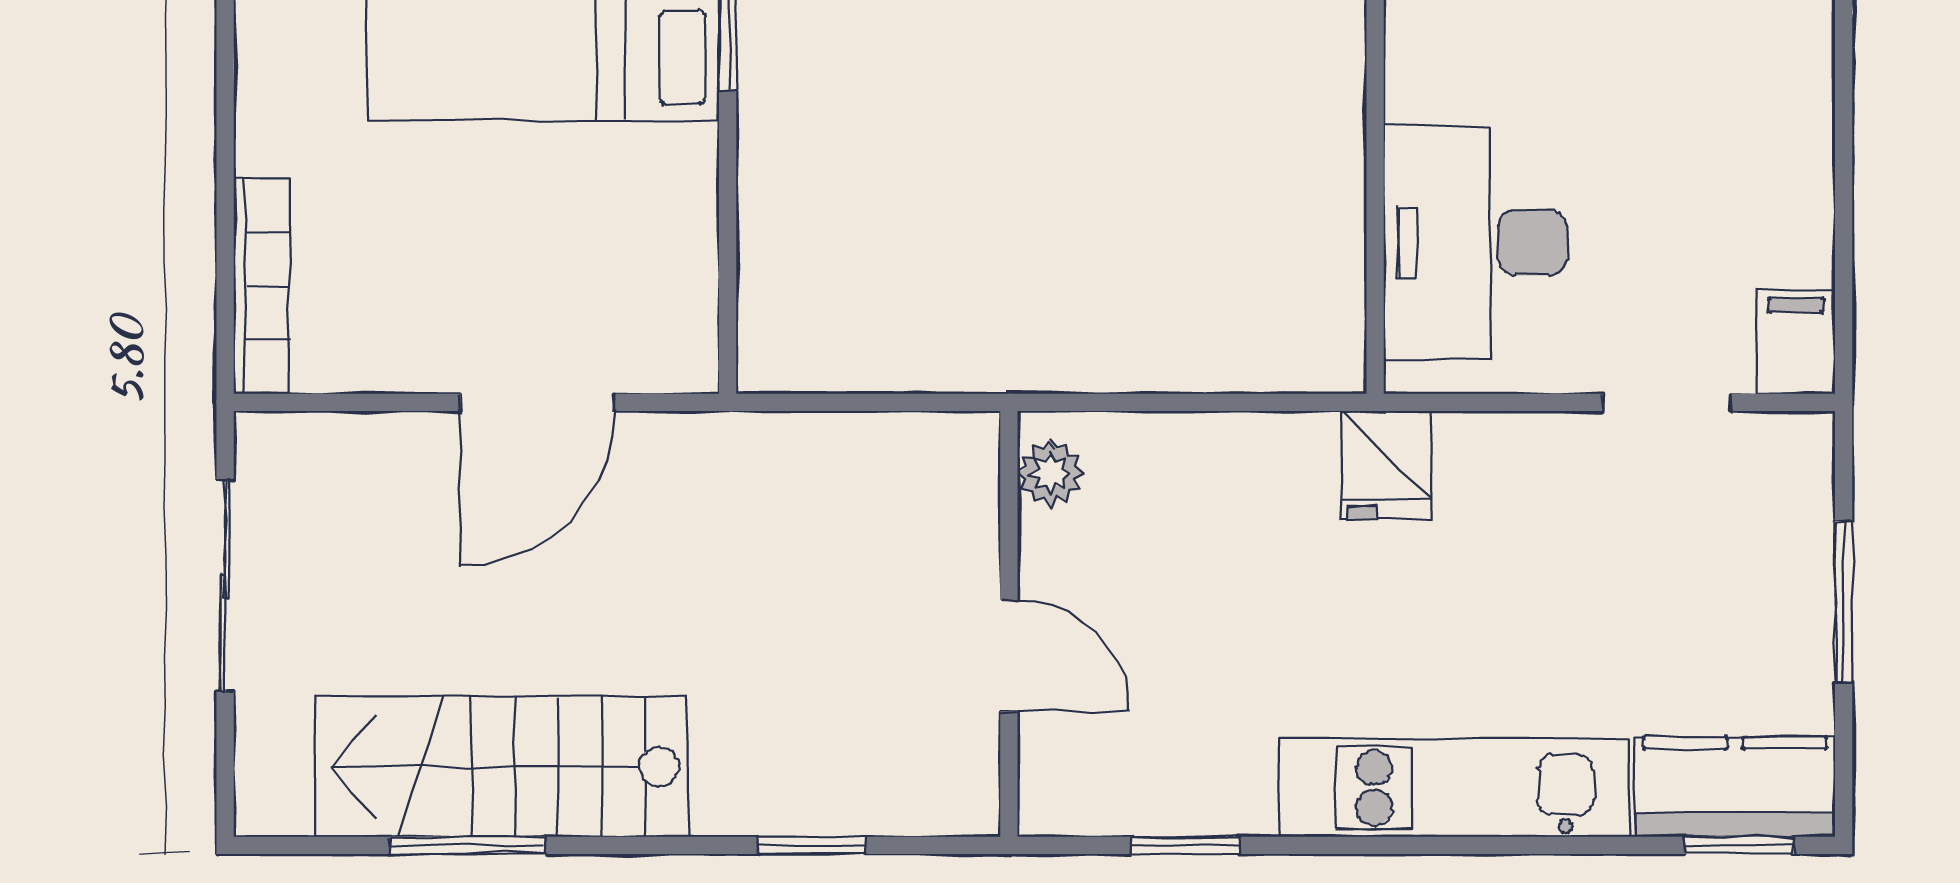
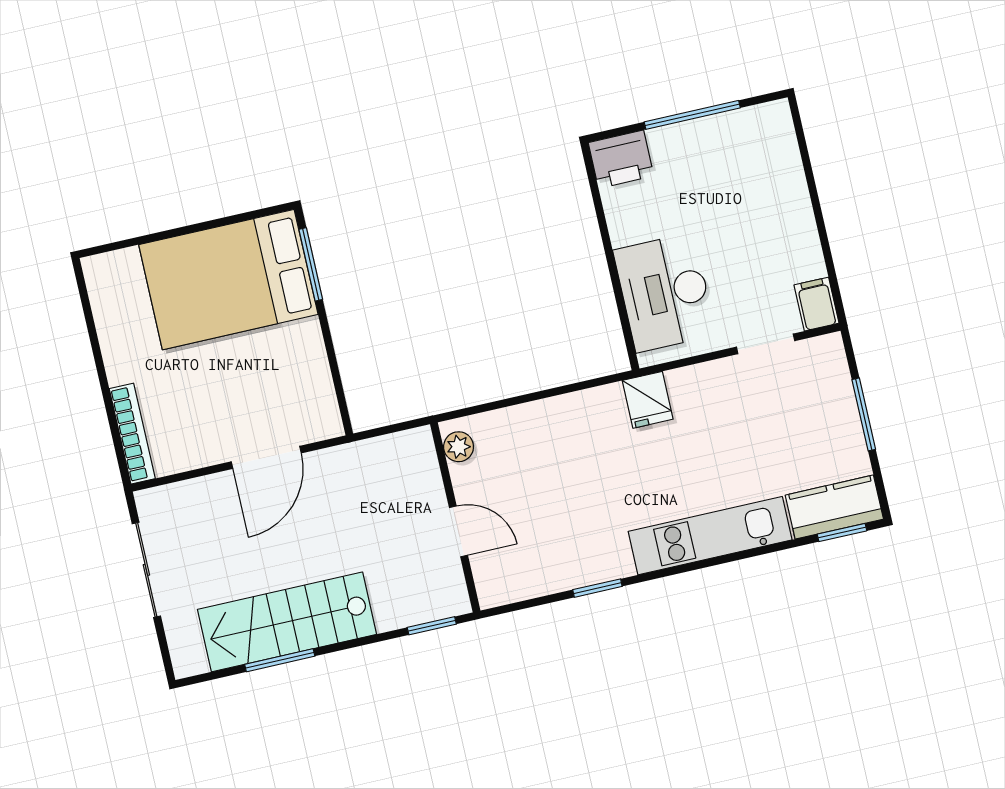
plant: (1050, 474) -> (459, 447), moved
wall: (1009, 624) -> (455, 517), moved
door: (1009, 656) -> (458, 531), moved

